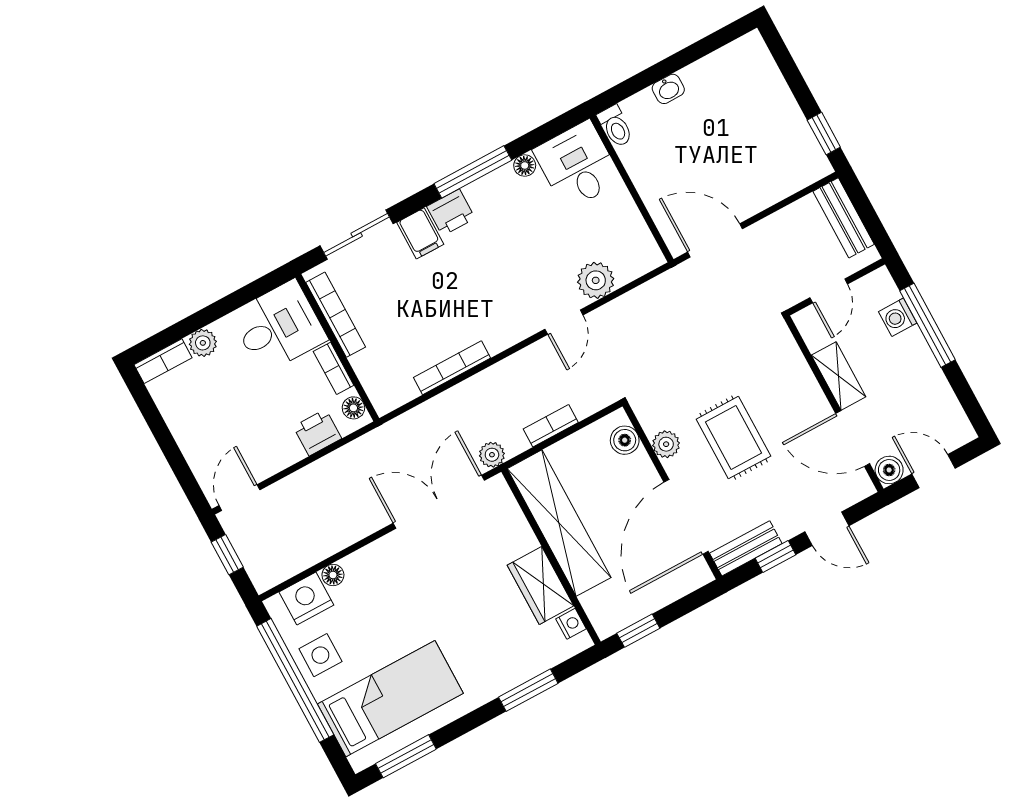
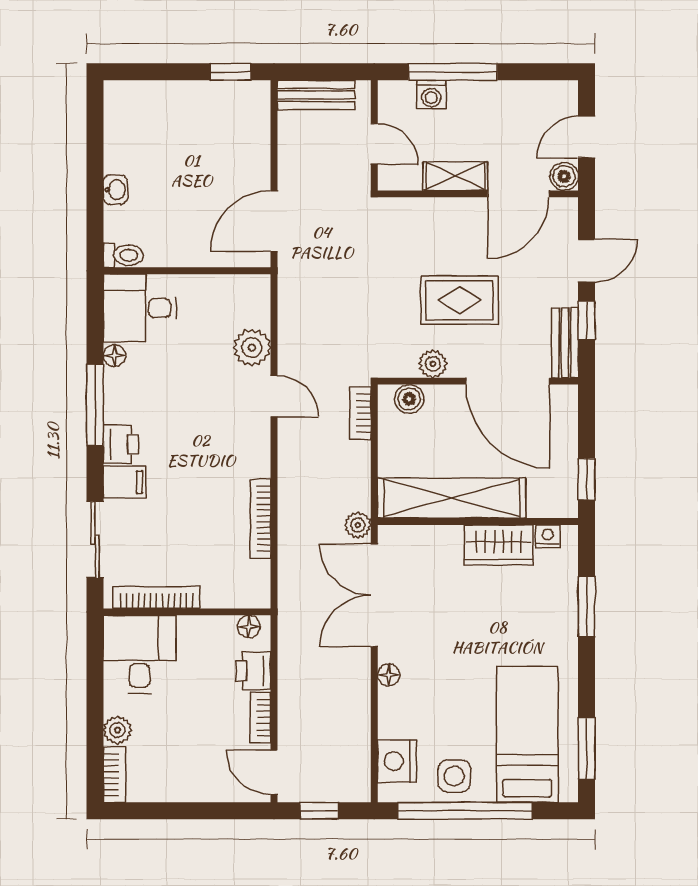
bookcase: (334, 368) -> (261, 718), moved, turned 90
bookcase: (551, 426) -> (360, 413), moved
floor lamp: (333, 575) -> (389, 675), moved

